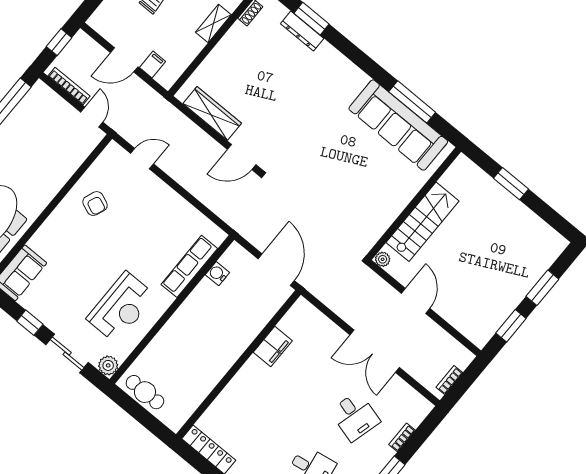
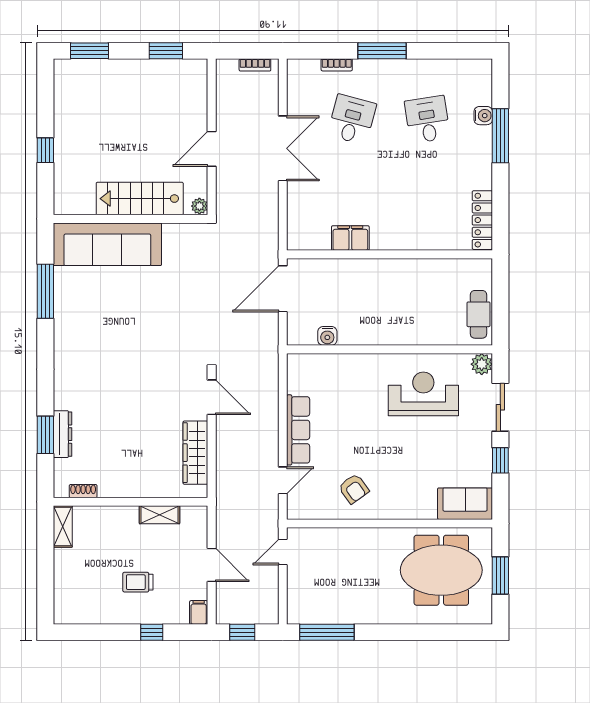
shelving: (213, 23) -> (159, 515), moved
filing cabinet: (153, 65) -> (199, 612), moved, turned 90
bookcase: (69, 86) -> (272, 593), removed
sofa: (398, 125) -> (107, 244), moved, turned 90
door: (142, 159) -> (283, 480), swing flipped
window: (511, 184) -> (45, 150), width x0.67
armchair: (95, 204) -> (354, 489), turned 122
row of seats: (189, 266) -> (298, 430), moved, turned -90
window: (542, 288) -> (90, 51), moved

